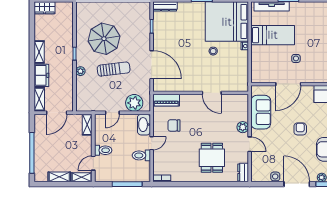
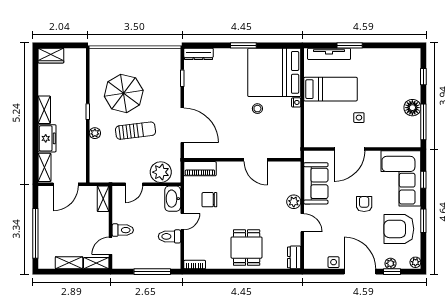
dining table: (212, 158) -> (247, 248), moved

